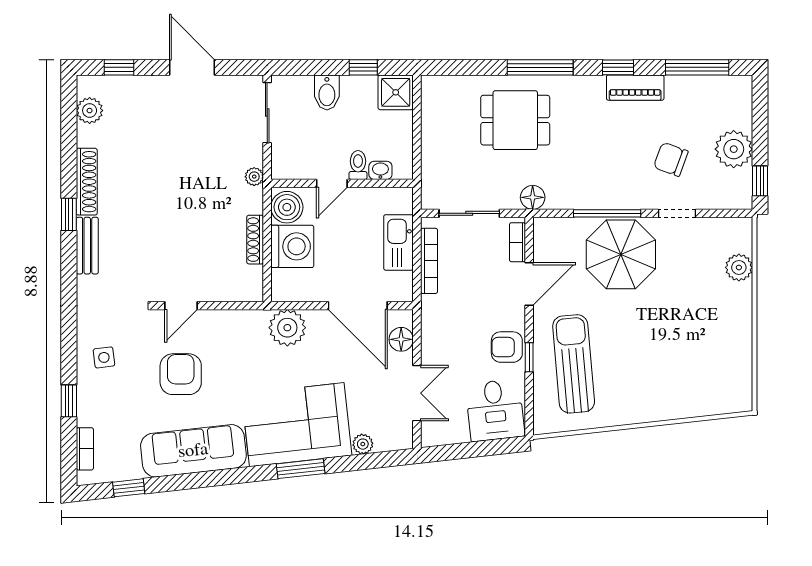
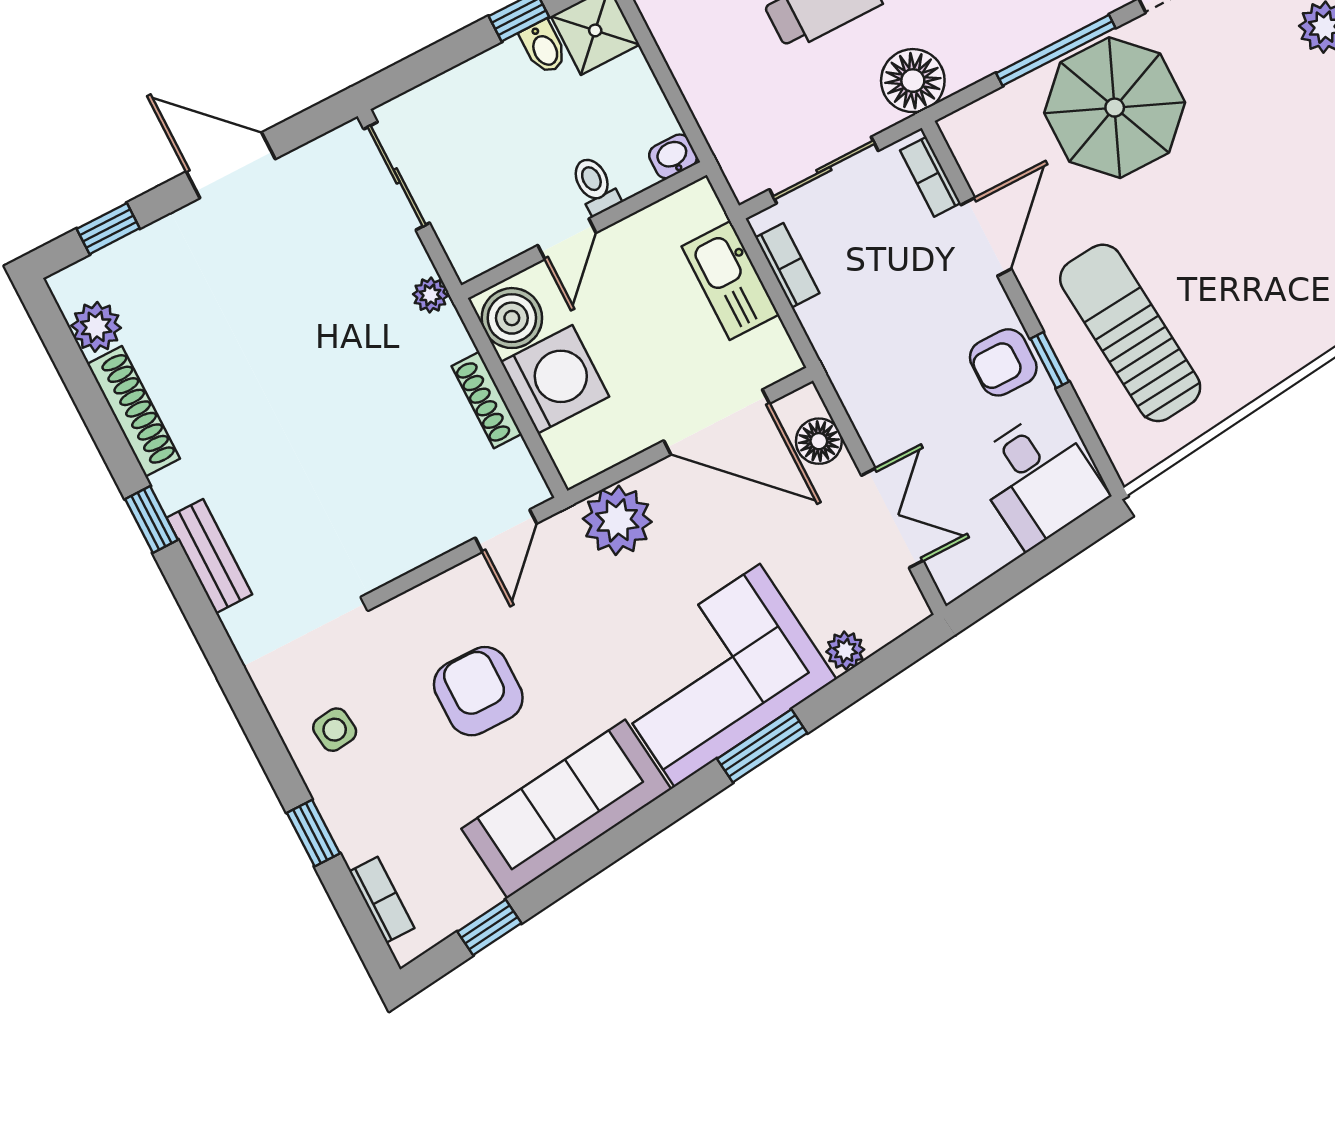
bidet: (327, 92) -> (544, 47), moved, width x0.72, depth x0.74
washbasin: (380, 170) -> (673, 156), moved
shoe rack: (87, 182) -> (134, 411), moved
floor lamp: (533, 197) -> (913, 81), width x1.38, depth x1.38
bookcase: (429, 261) -> (787, 265), width x0.64
door: (181, 306) -> (506, 531), moved

